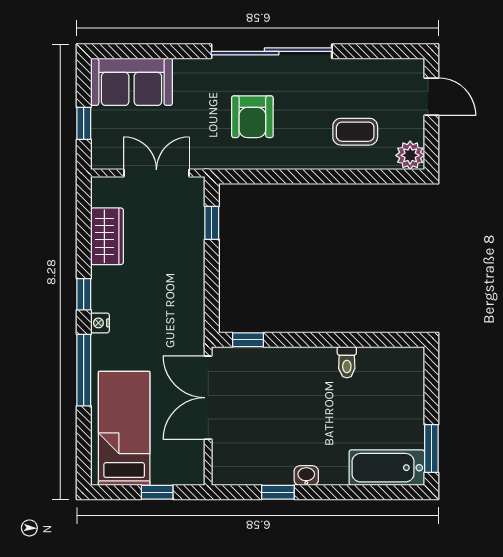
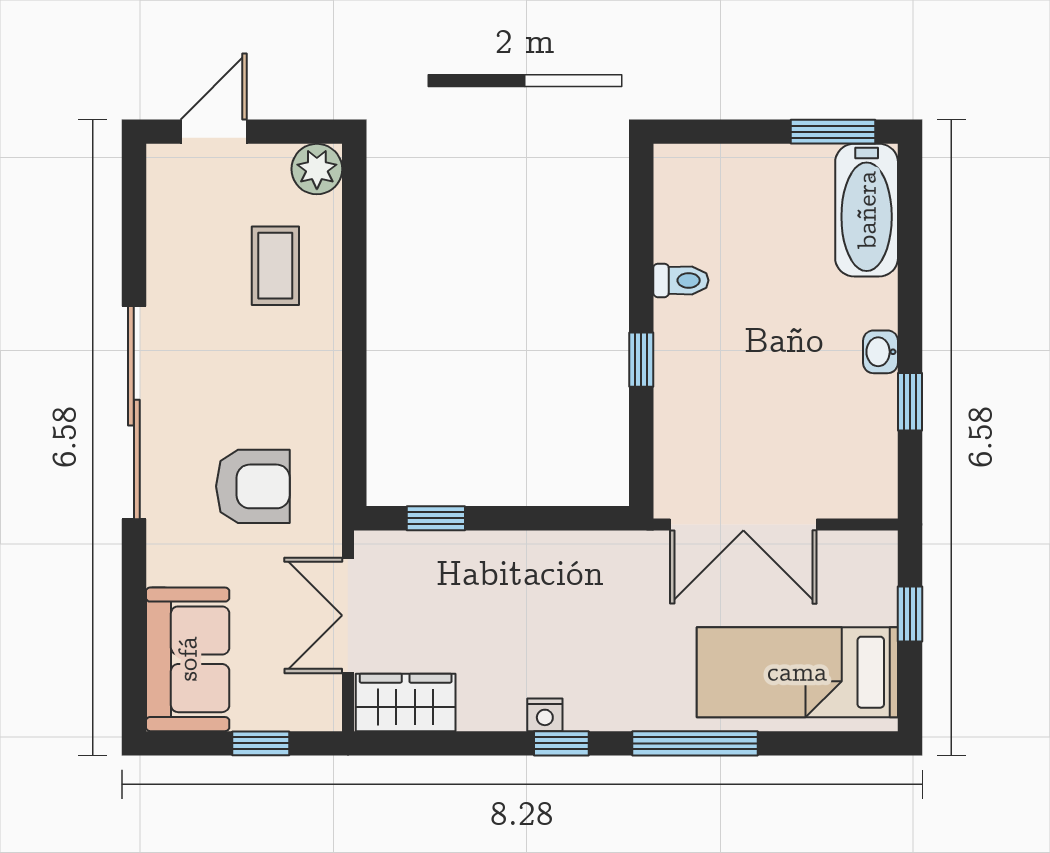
armchair: (252, 117) -> (253, 486), moved
wardrobe: (107, 236) -> (406, 702), moved
nightstand: (100, 323) -> (545, 715), moved
window: (248, 340) -> (641, 360), moved

